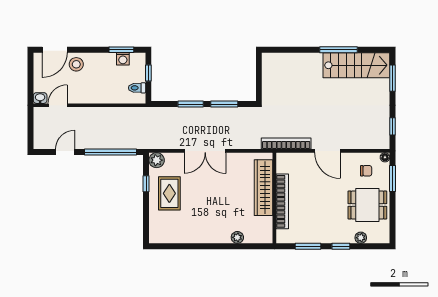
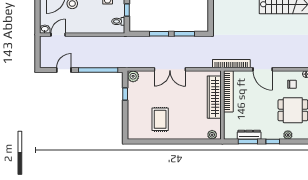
rug: (169, 193) -> (160, 119), moved
bookcase: (282, 201) -> (228, 91), moved
plant: (237, 237) -> (212, 135), moved
dresser: (310, 237) -> (249, 135), added

